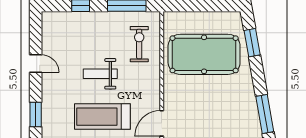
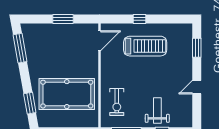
door: (36, 63) -> (197, 87), hinge flipped
weight bench: (100, 74) -> (157, 111), moved, turned -90

